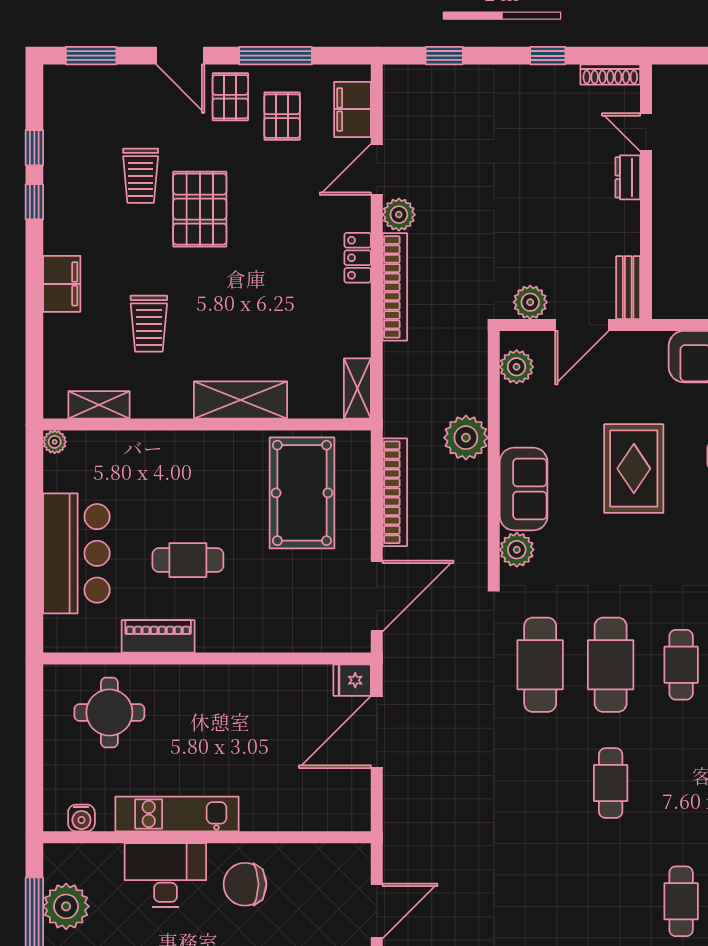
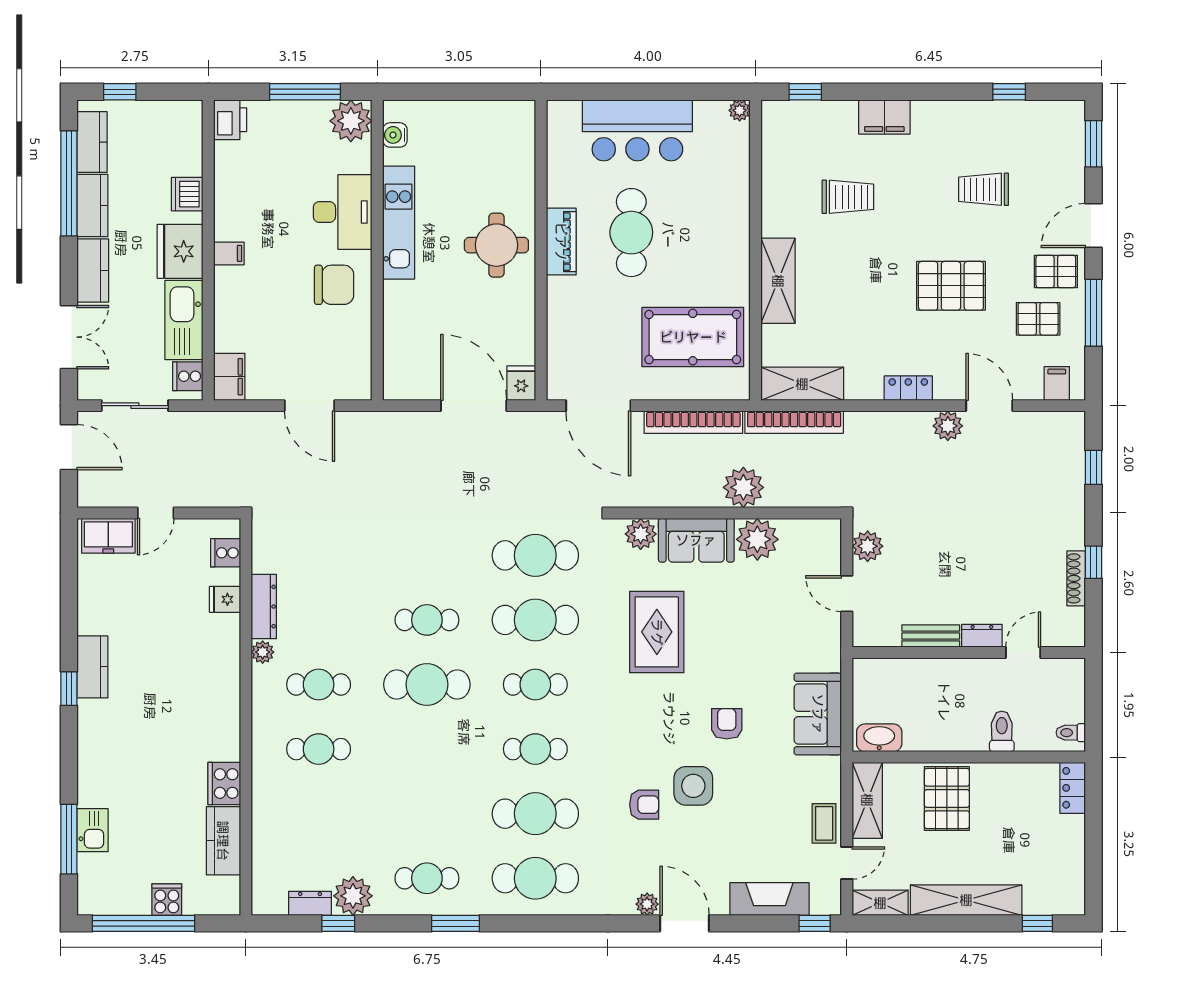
shoe rack: (610, 75) -> (1076, 578), moved
filing cabinet: (353, 109) -> (1057, 383), width x0.50
window: (34, 202) -> (805, 92), moved
pallet: (200, 209) -> (951, 286), moved
bookcase: (395, 287) -> (794, 422), moved
bench: (628, 288) -> (931, 636), moved
trolley: (149, 324) -> (848, 197), turned 180
door: (582, 325) -> (847, 594), width x0.73
plant: (517, 367) -> (757, 539), moved, width x1.36, depth x1.36
shelving: (357, 389) -> (802, 384), width x1.50, depth x1.33
shelving: (99, 405) -> (774, 151), removed
rug: (634, 469) -> (657, 632), moved, turned 90
cafe table: (188, 560) -> (631, 233), width x1.37, depth x1.35
piano: (158, 636) -> (561, 242), moved
round table: (109, 712) -> (496, 245), moved
cafe table: (681, 783) -> (427, 685), added
chair: (245, 884) -> (334, 285), turned 90
plant: (66, 906) -> (351, 121), moved

